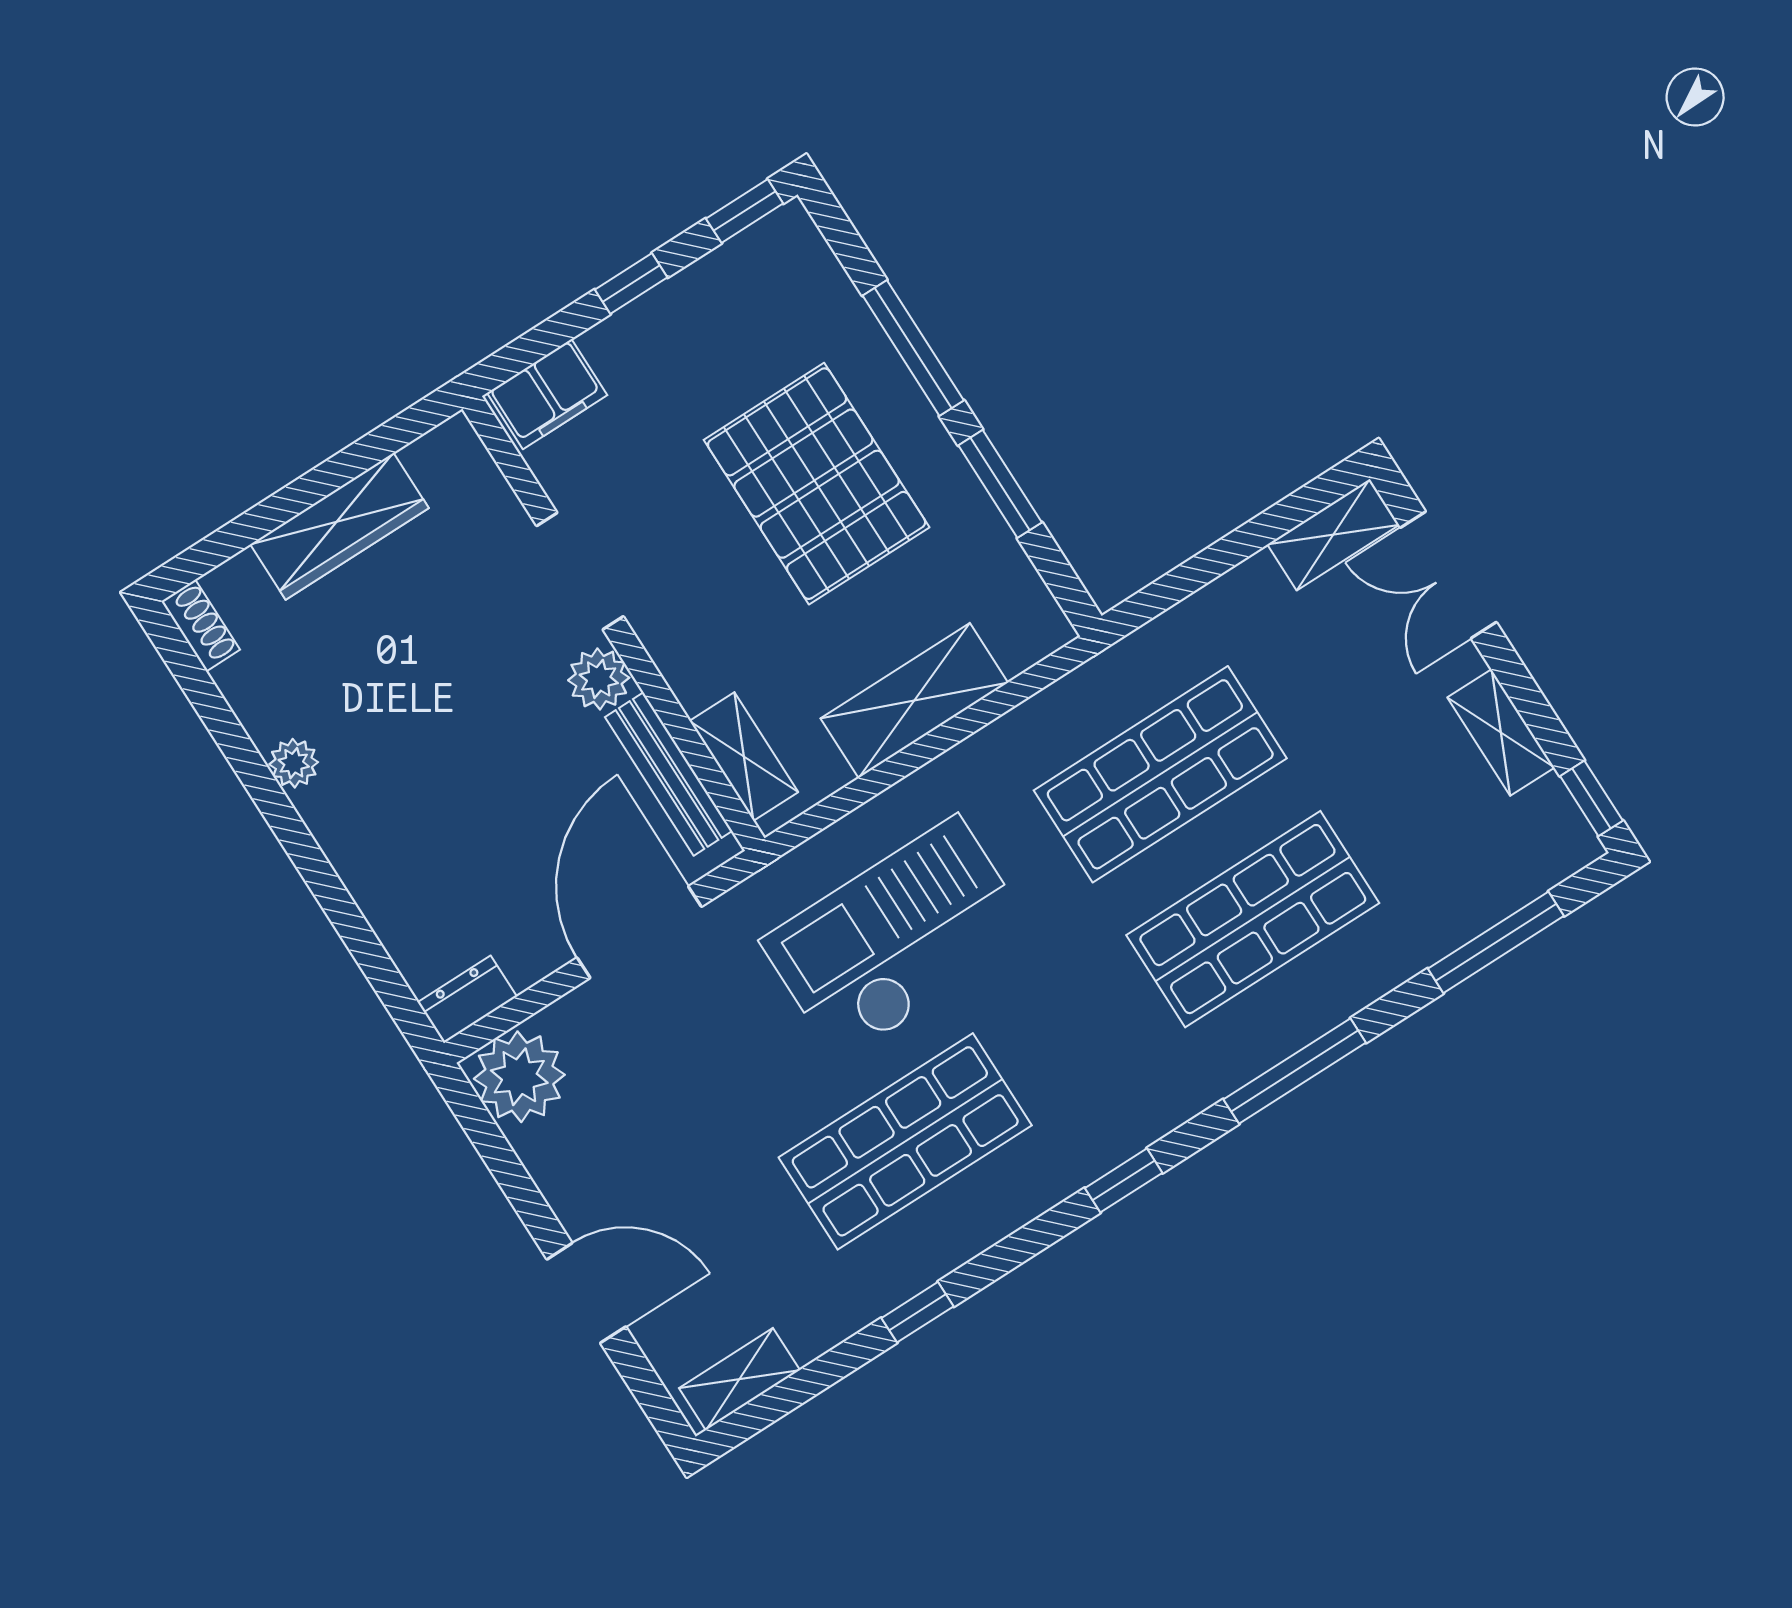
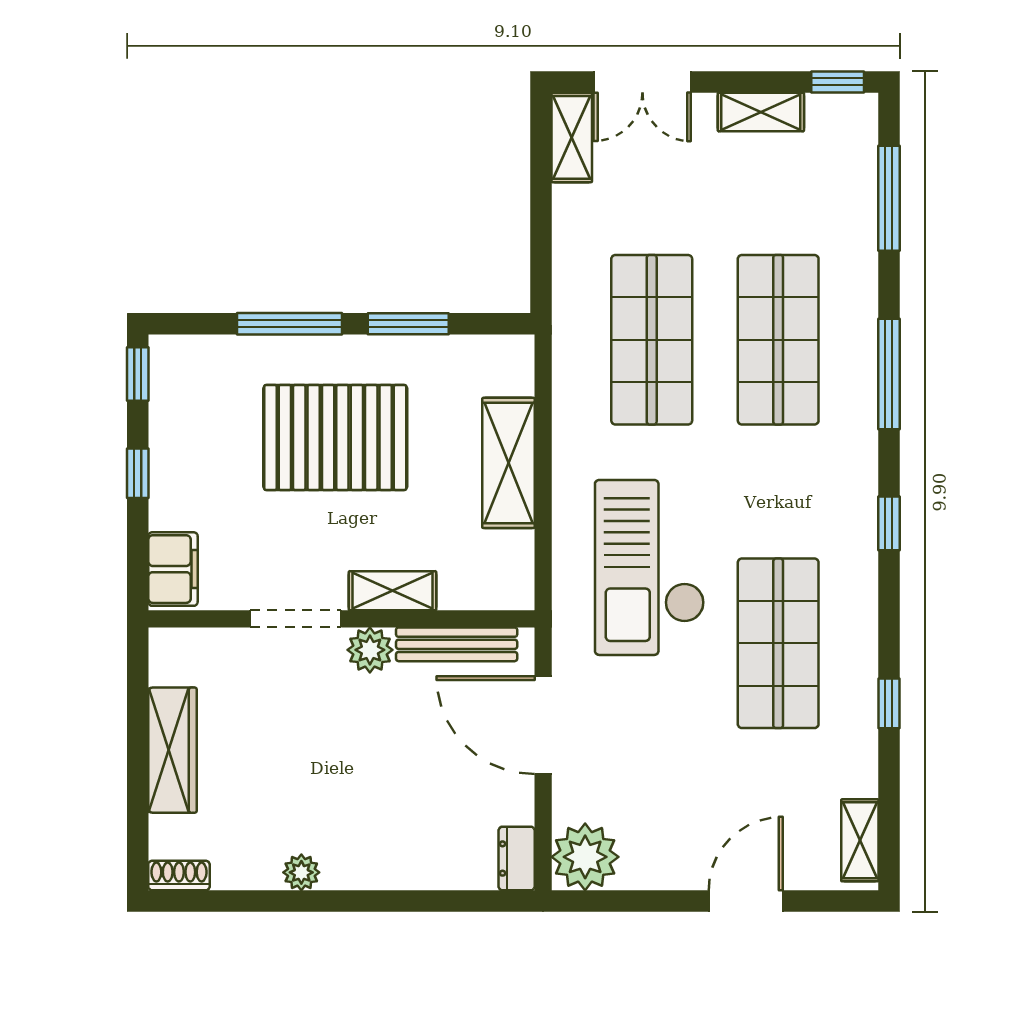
shelving: (744, 756) -> (393, 591), moved

